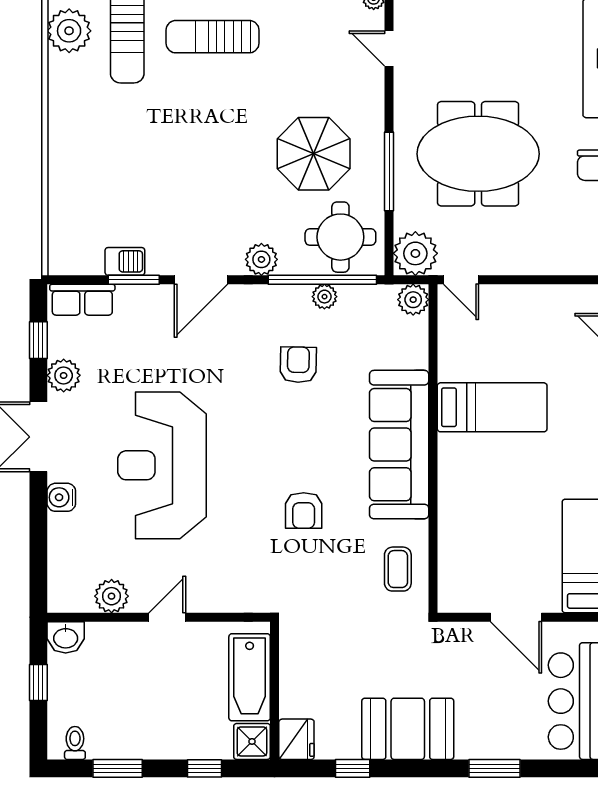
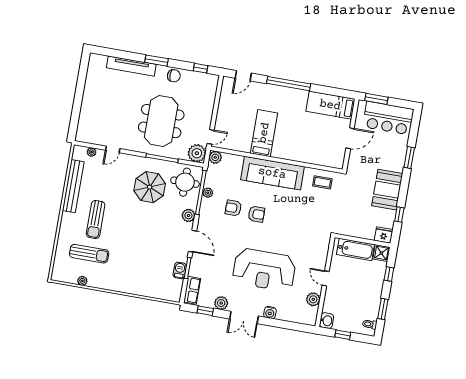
plant: (69, 31) -> (82, 281), width x0.53, depth x0.53
armchair: (304, 511) -> (256, 214), moved

